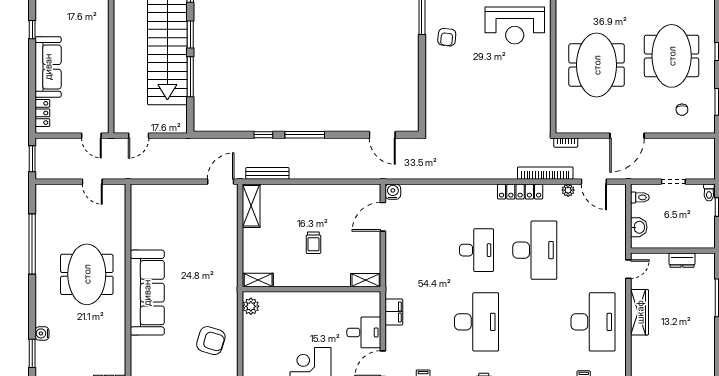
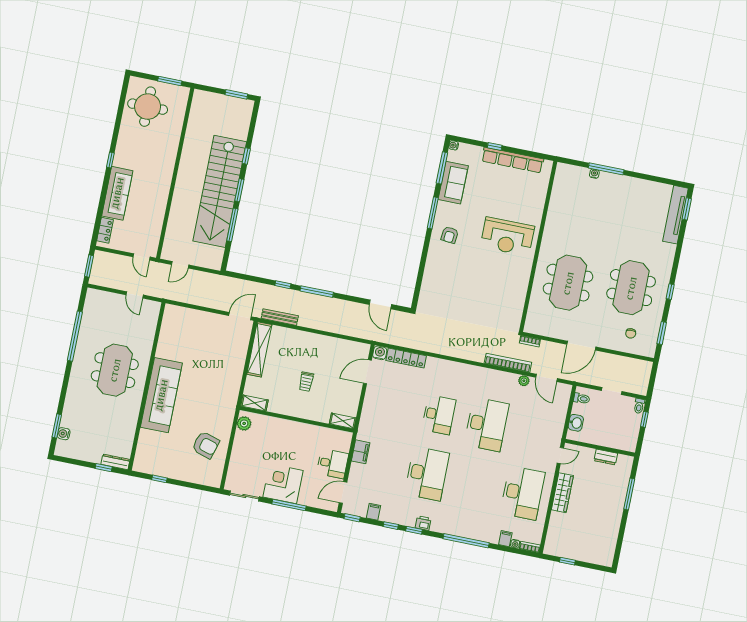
locker: (520, 192) -> (406, 358), moved
shelving: (251, 206) -> (259, 349), width x1.47
water cooler: (42, 333) -> (64, 434), moved

